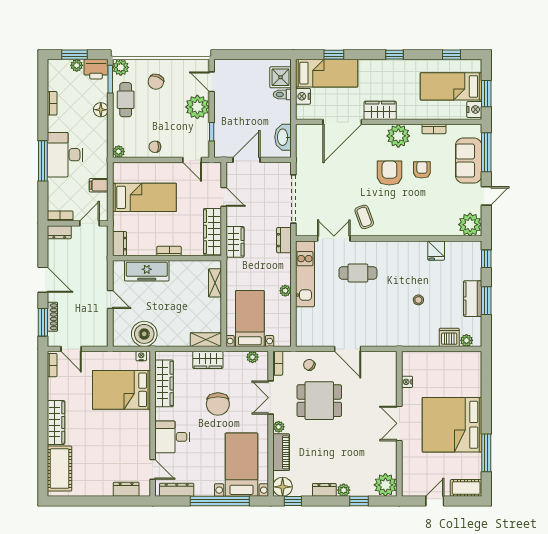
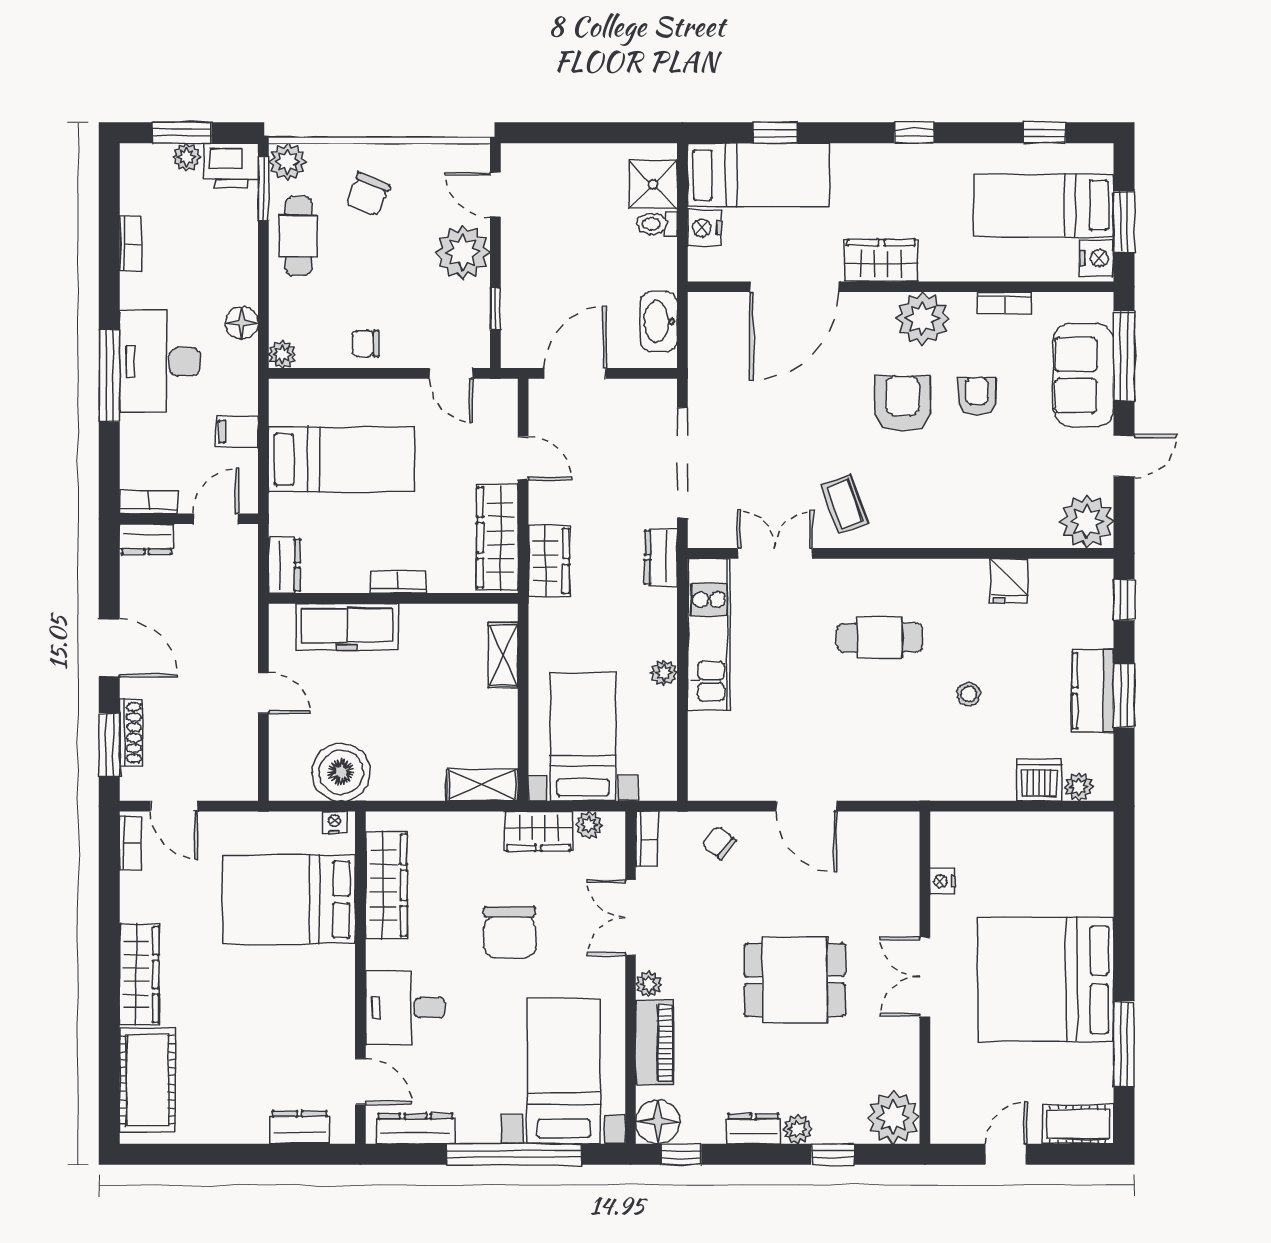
floor lamp: (101, 110) -> (242, 323), moved
cafe table: (358, 273) -> (880, 638), moved
wardrobe: (208, 360) -> (538, 831), moved
dining table: (319, 401) -> (795, 980), moved

